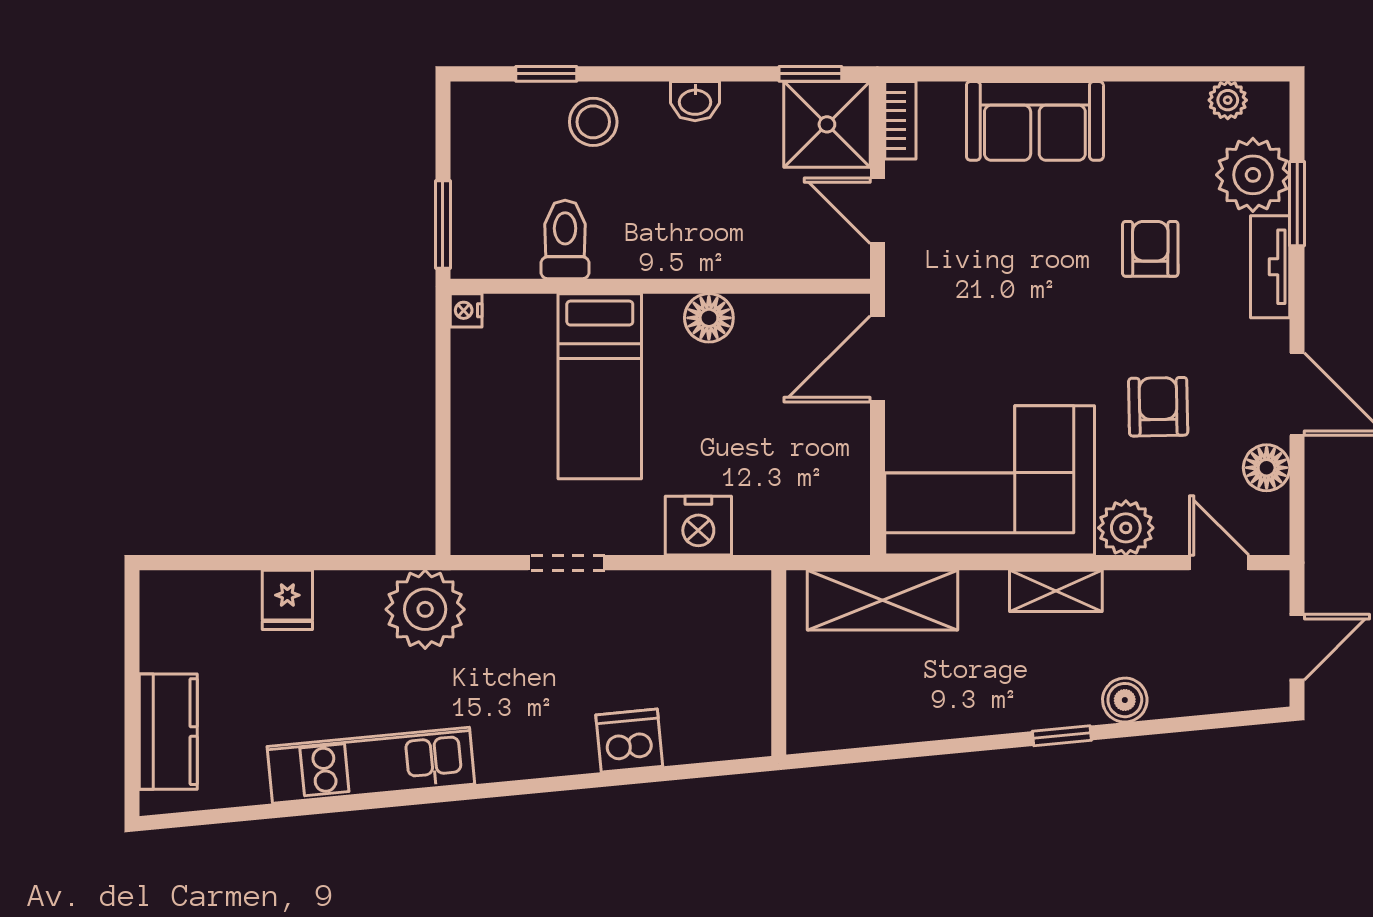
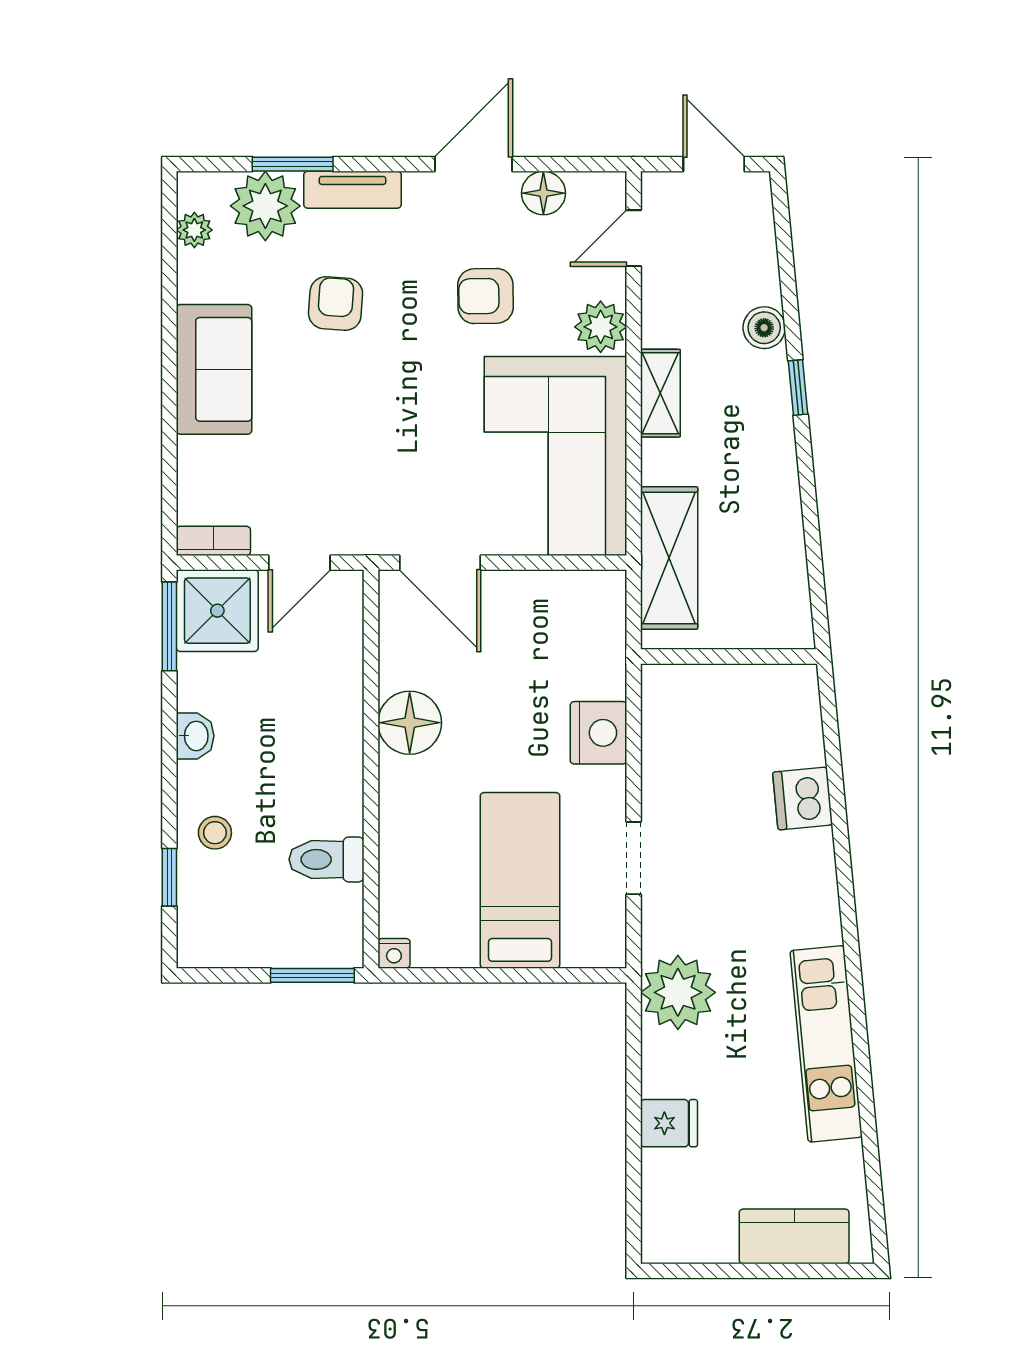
window: (810, 74) -> (169, 626), width x1.50
sofa: (1035, 121) -> (214, 369), moved
stool: (593, 122) -> (215, 833), width x0.73, depth x0.73
armchair: (1150, 249) -> (336, 304), turned 94
floor lamp: (709, 318) -> (410, 723), width x1.38, depth x1.38
bed: (600, 386) -> (520, 880), moved, turned -90

